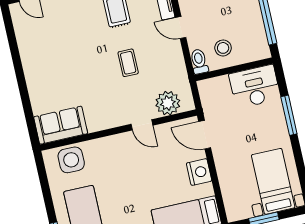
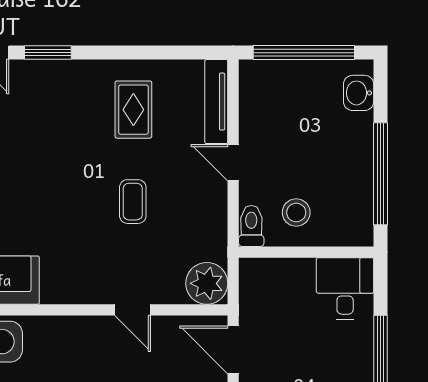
desk: (255, 86) -> (345, 288), width x0.73
plant: (168, 103) -> (207, 283), moved

